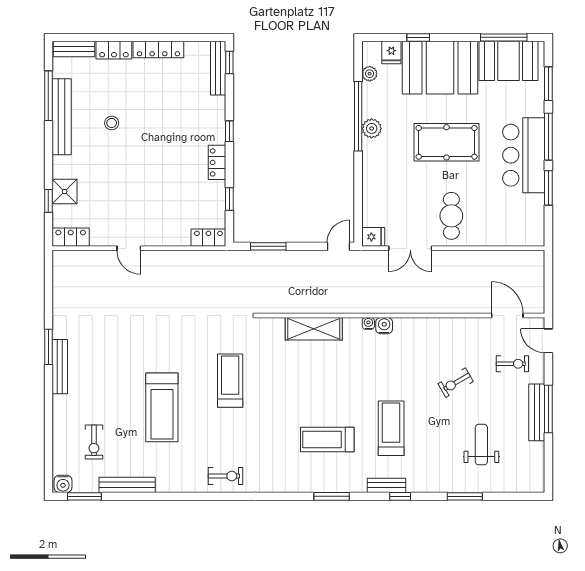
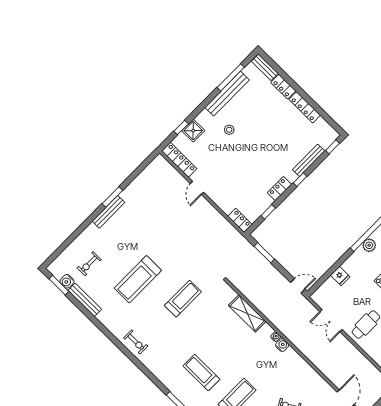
bench: (218, 68) -> (309, 160), moved
stool: (112, 123) -> (229, 130), moved
locker: (71, 237) -> (179, 160), width x1.53
fridge: (373, 237) -> (340, 276), moved
water cooler: (63, 484) -> (67, 281), moved

